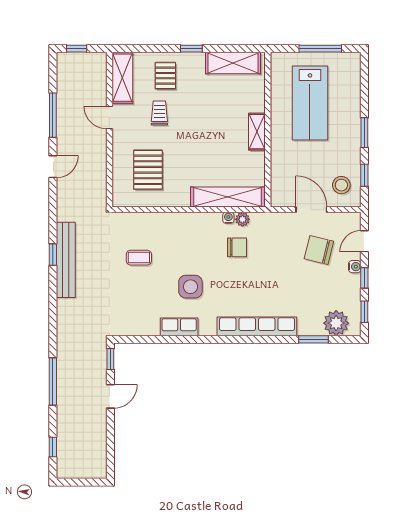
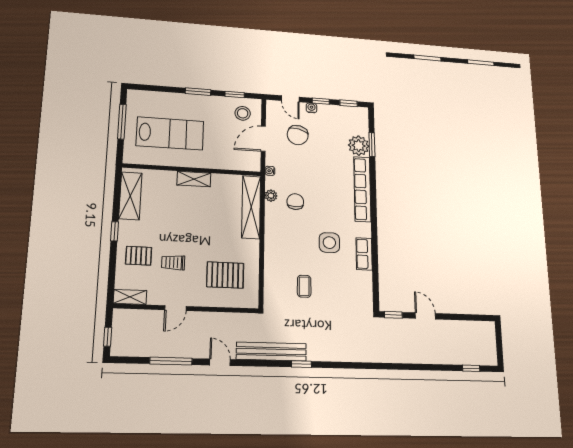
shelving: (122, 78) -> (130, 297), width x0.67, depth x0.75
water cooler: (228, 218) -> (270, 171), moved
bench: (66, 260) -> (271, 351), moved
plant: (336, 323) -> (359, 146), moved
window: (53, 381) -> (415, 367), removed

